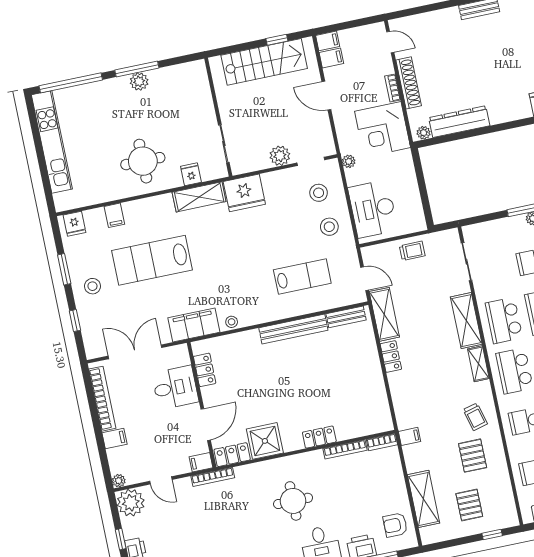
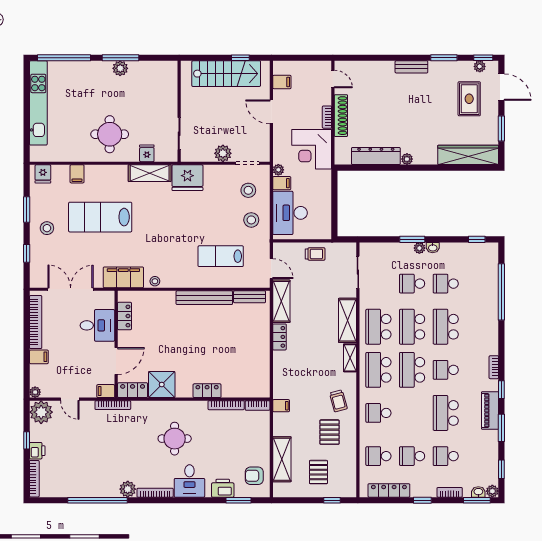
filing cabinet: (328, 41) -> (282, 183), moved
plant: (424, 133) -> (407, 159), moved
lab bench: (302, 277) -> (221, 256), turned 180

